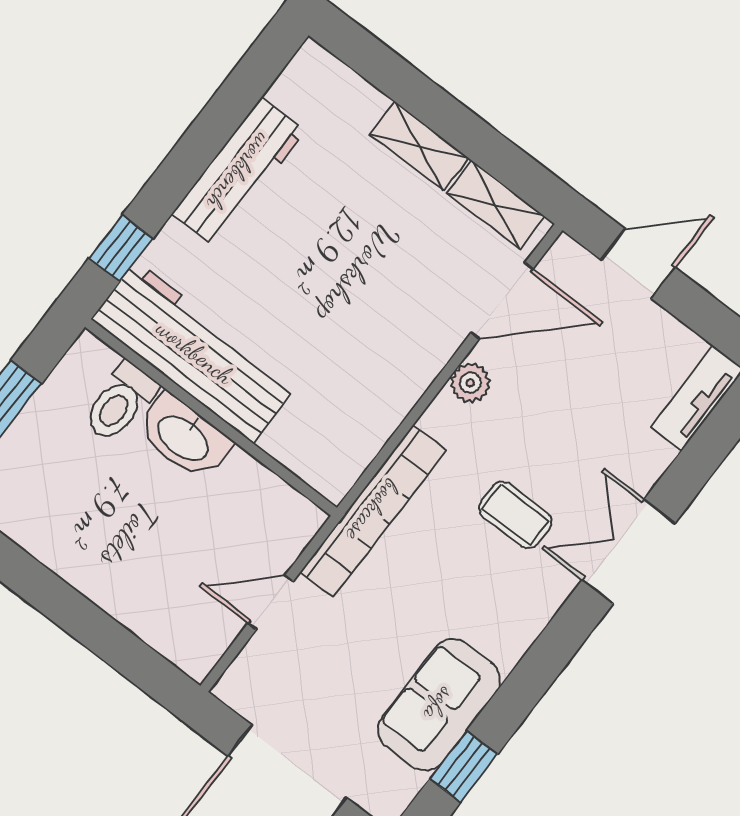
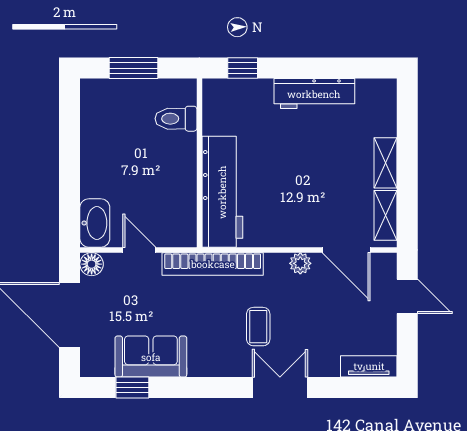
workbench: (195, 352) -> (222, 192), moved
washbasin: (184, 437) -> (95, 223), moved, turned 180
floor lamp: (238, 688) -> (92, 264), added

